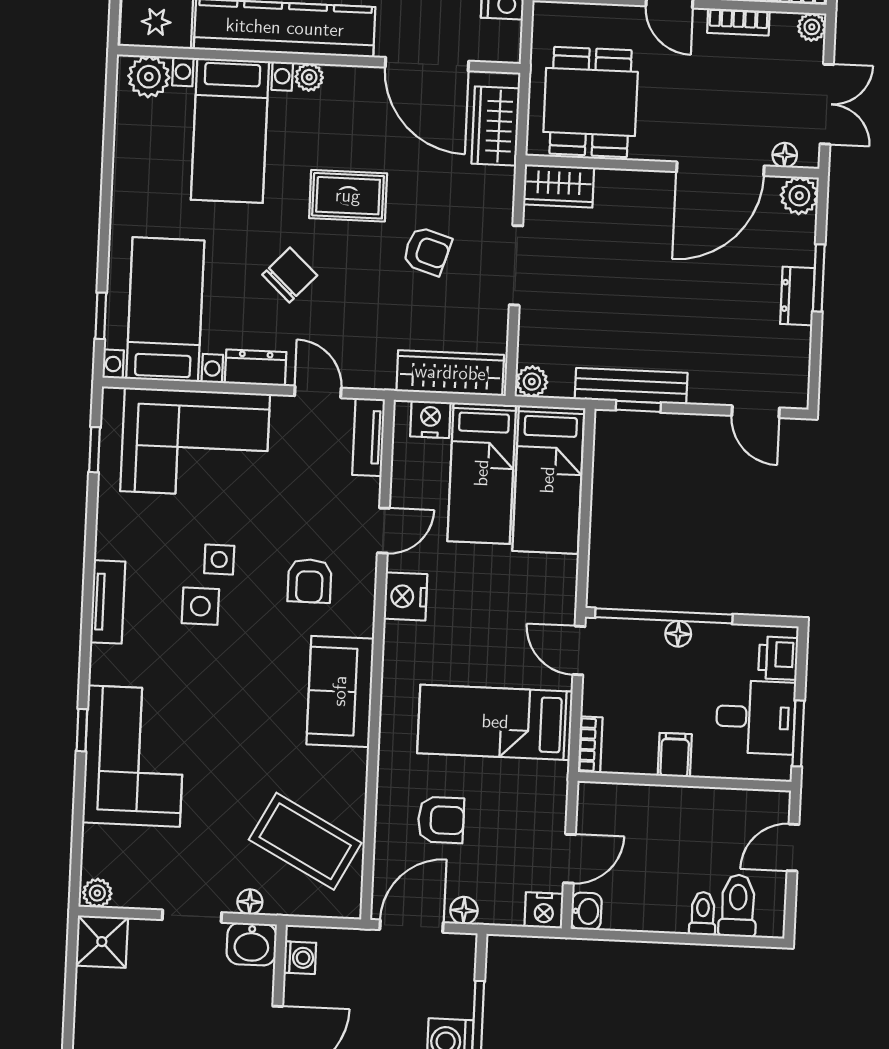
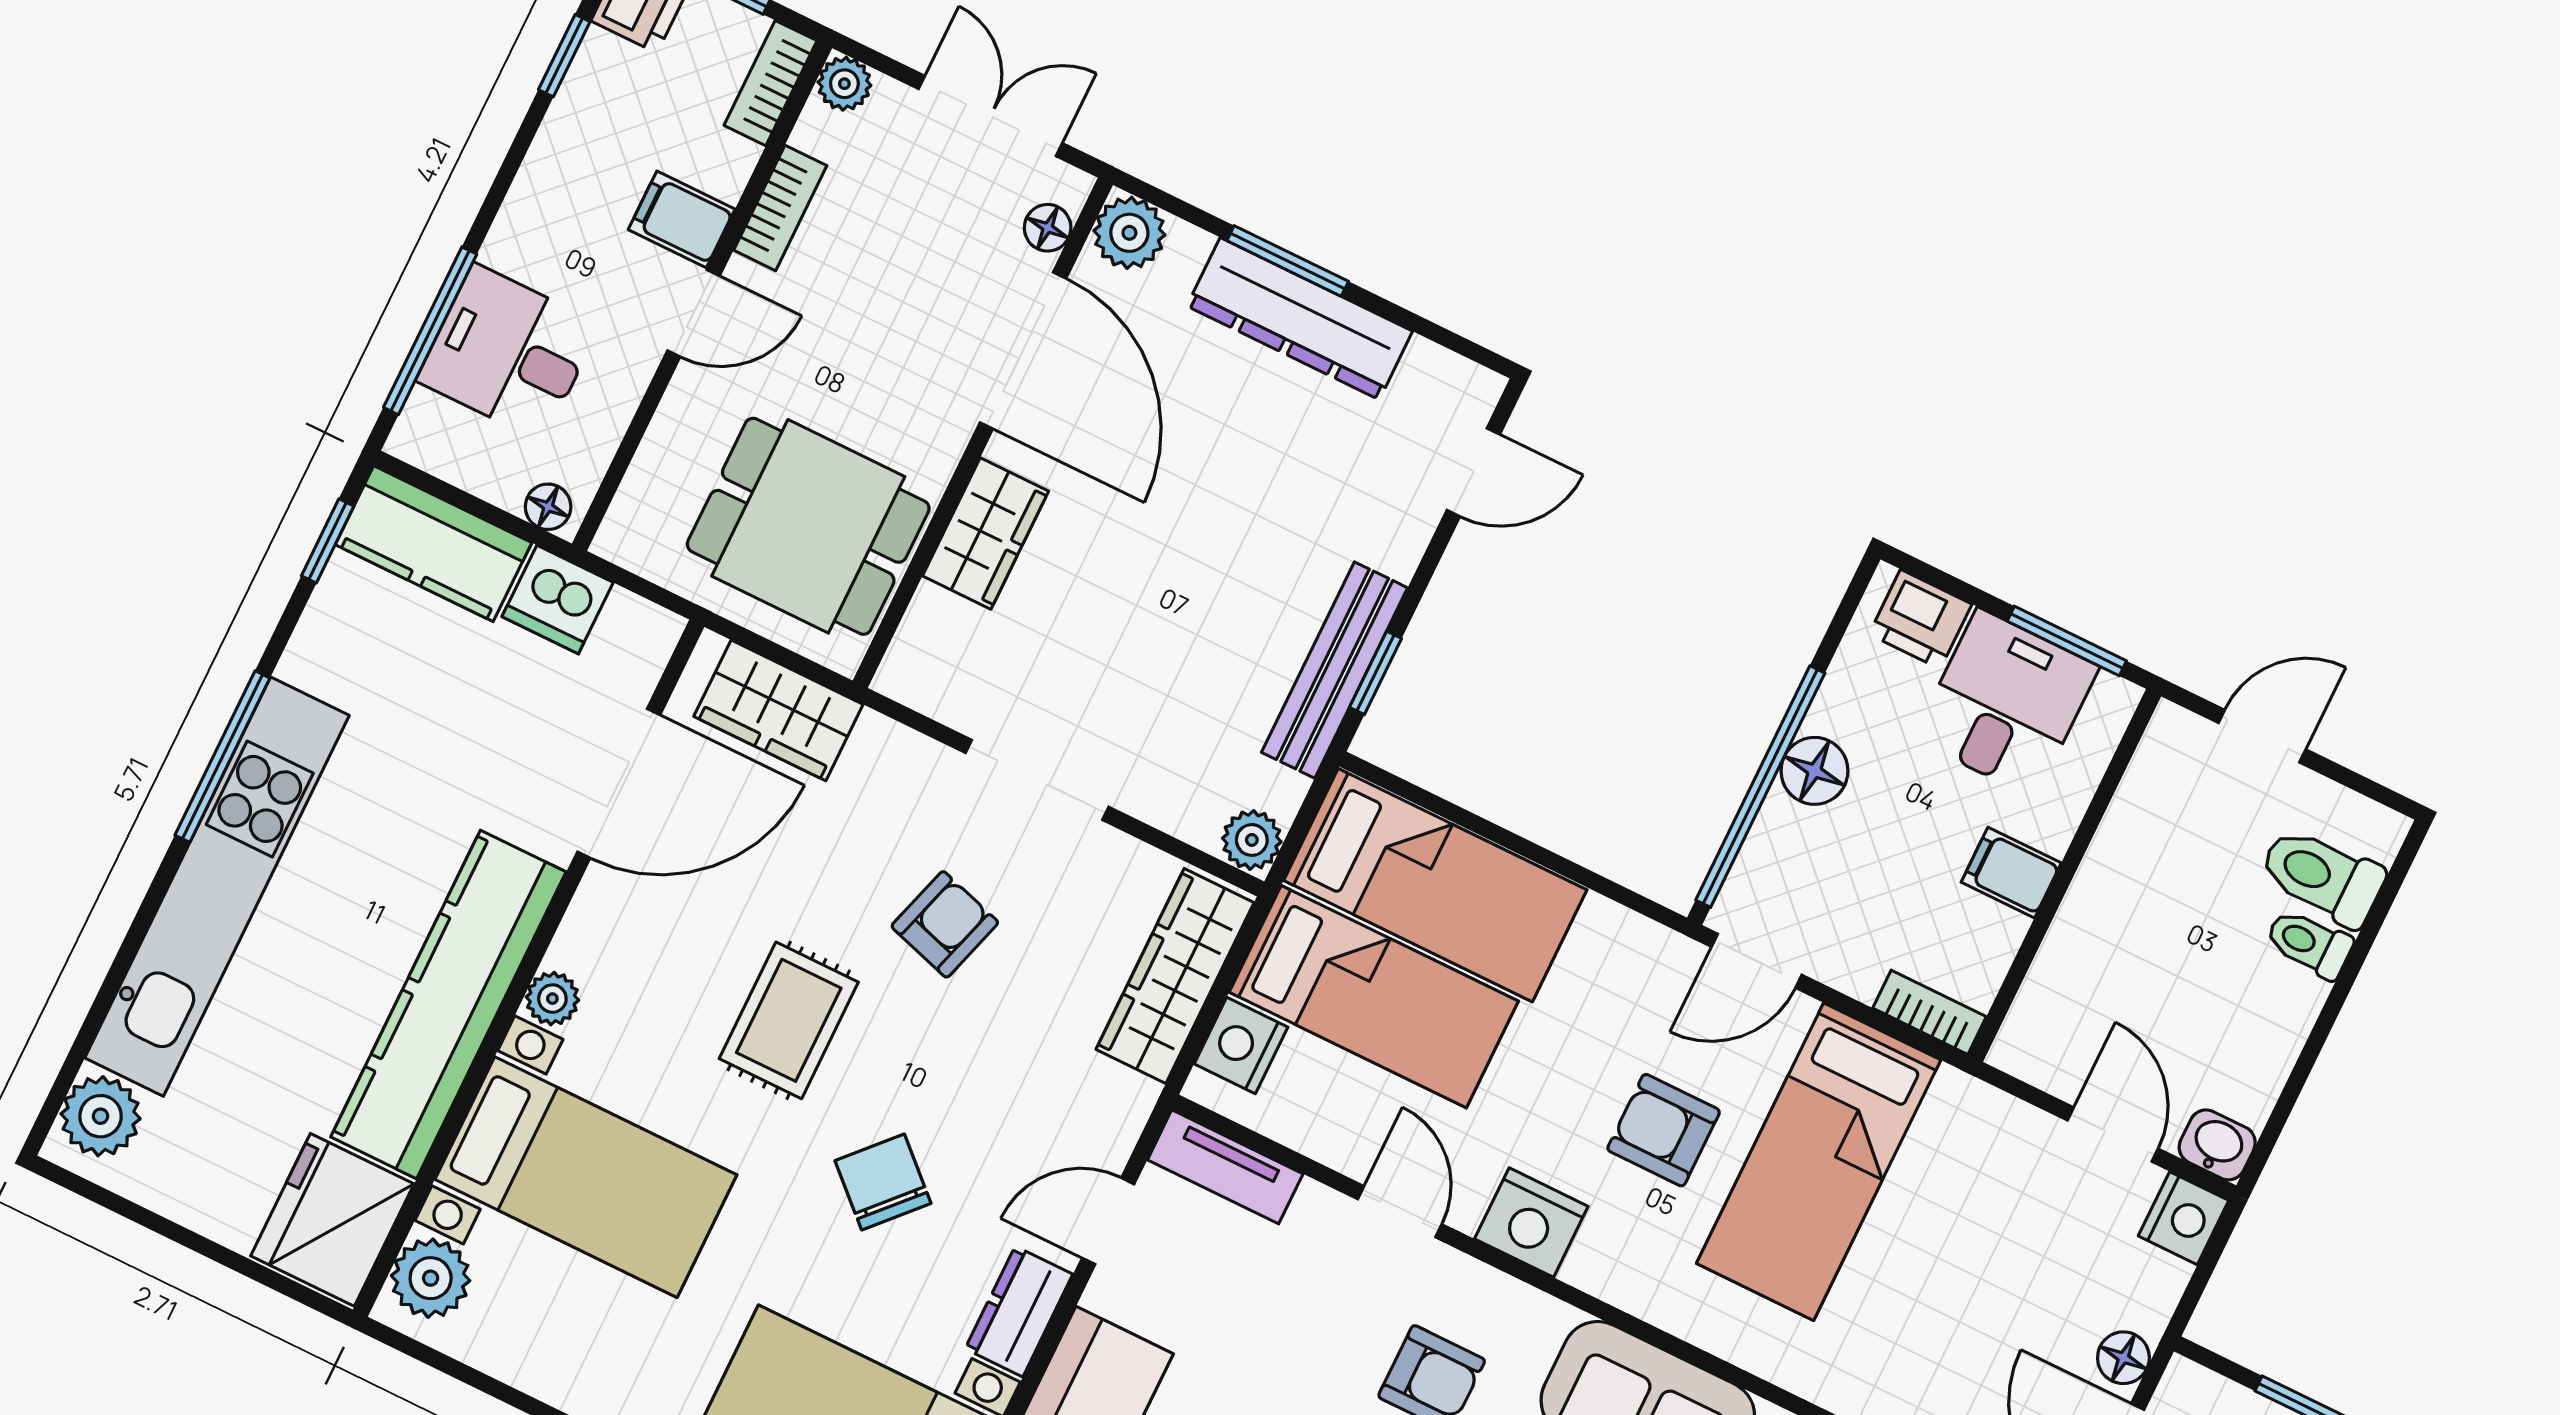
wardrobe: (559, 186) -> (985, 533), moved
dresser: (797, 296) -> (1300, 319), width x1.96, depth x1.24
floor lamp: (678, 634) -> (1814, 771), width x1.37, depth x1.37
armchair: (441, 820) -> (1664, 1130), moved, turned -90
door: (793, 848) -> (2262, 736), swing flipped

